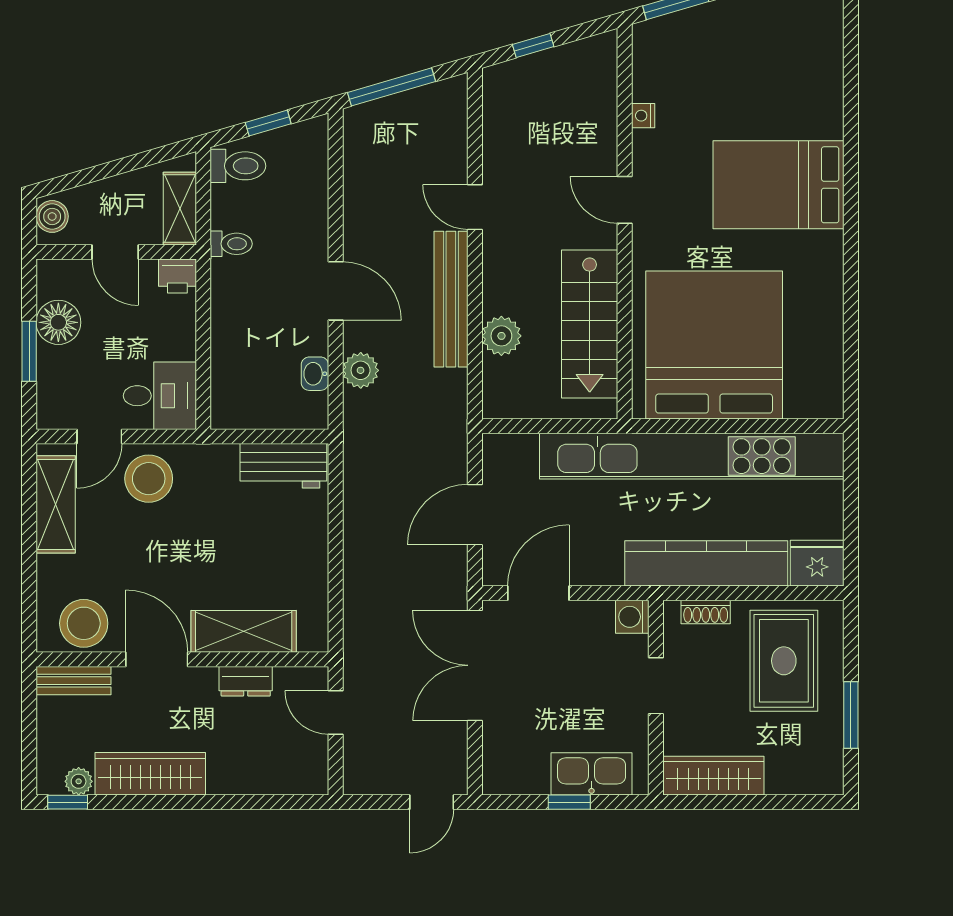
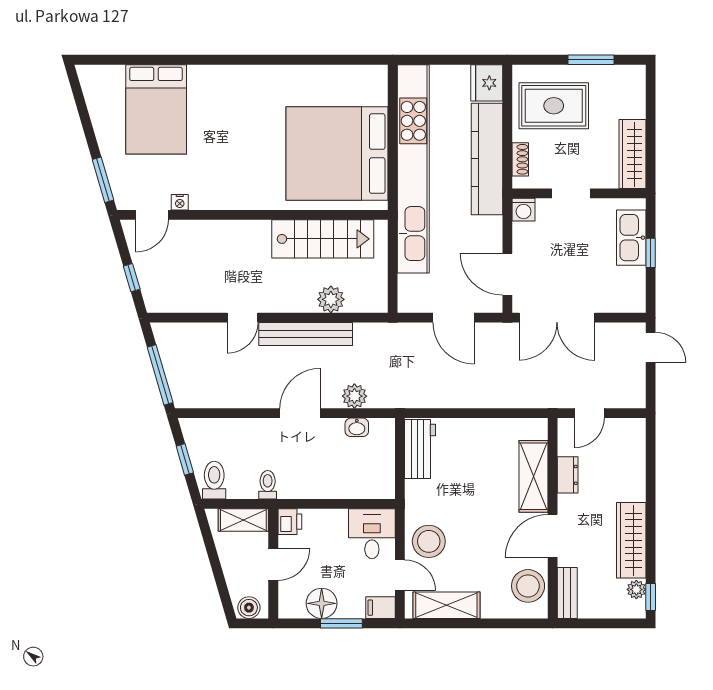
bed: (779, 185) -> (156, 109), moved
door: (625, 200) -> (152, 215), moved
filing cabinet: (52, 408) -> (380, 608), added

